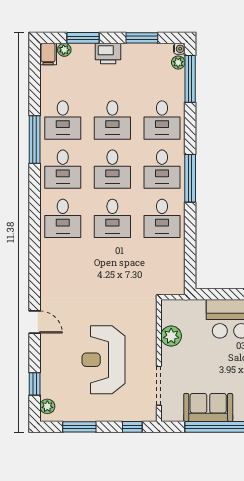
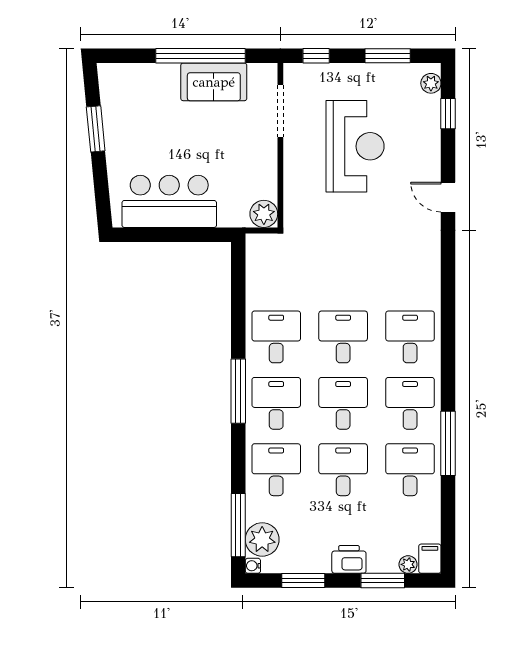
plant: (178, 62) -> (262, 539), width x1.87, depth x1.87
plant: (171, 336) -> (264, 214), moved

